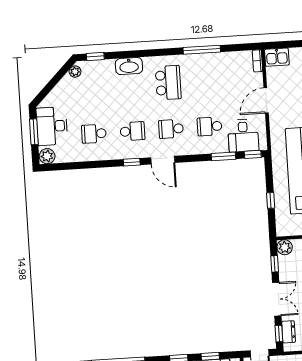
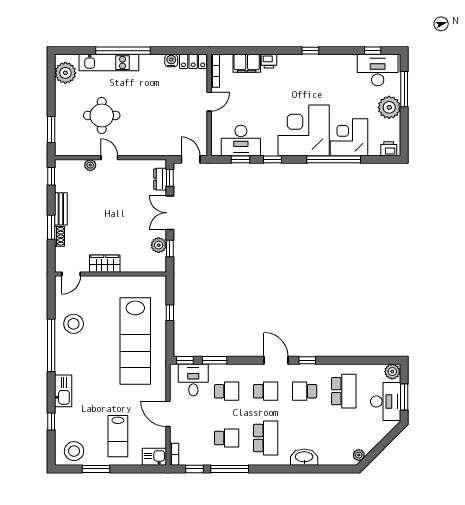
window: (95, 56) -> (194, 469), moved
school desk: (207, 80) -> (227, 438), added
school desk: (168, 83) -> (266, 438), turned 180
door: (266, 100) -> (168, 414), swing flipped
school desk: (94, 134) -> (344, 391), width x1.85
plant: (285, 247) -> (159, 245), moved

